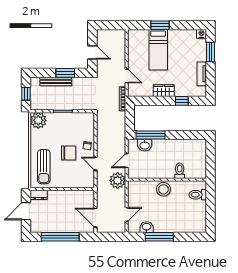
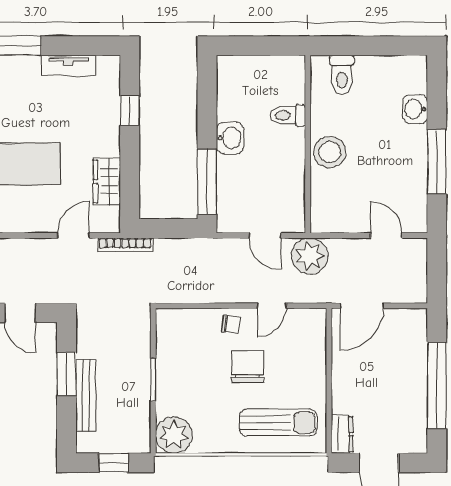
door: (92, 52) -> (20, 313), swing flipped
wardrobe: (164, 91) -> (107, 181), moved
washbasin: (145, 145) -> (230, 138), moved
door: (95, 218) -> (362, 306), moved
washbasin: (147, 227) -> (415, 109), moved

